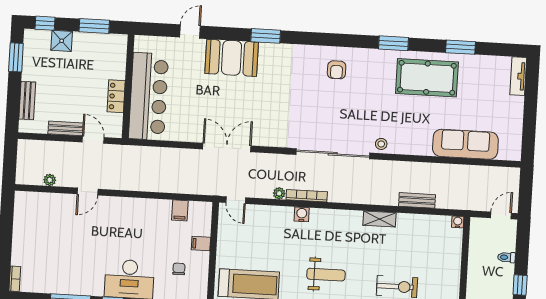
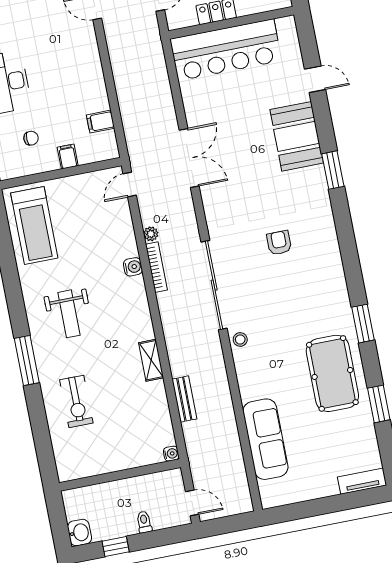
armchair: (337, 70) -> (279, 243), moved, turned 90

